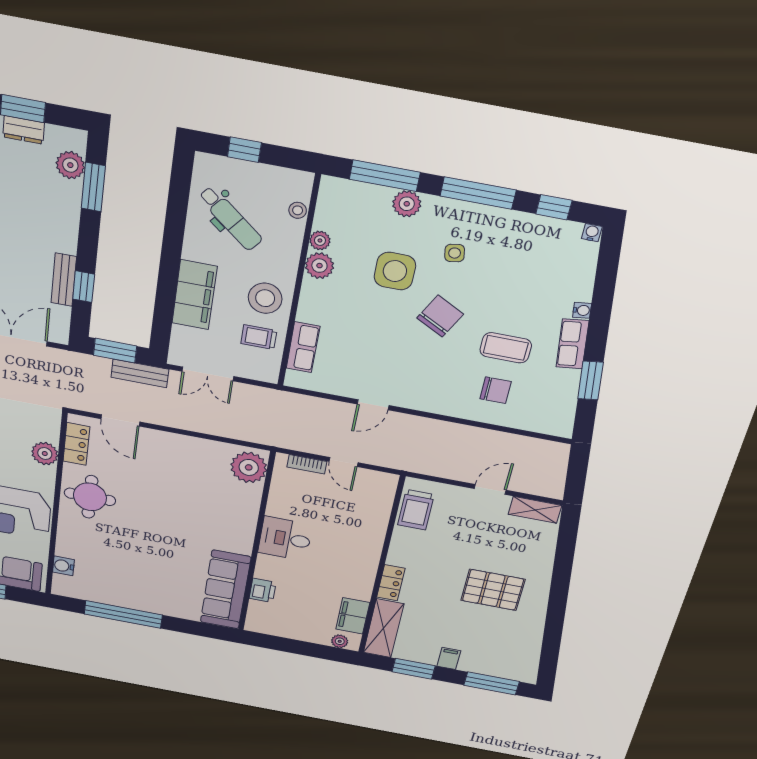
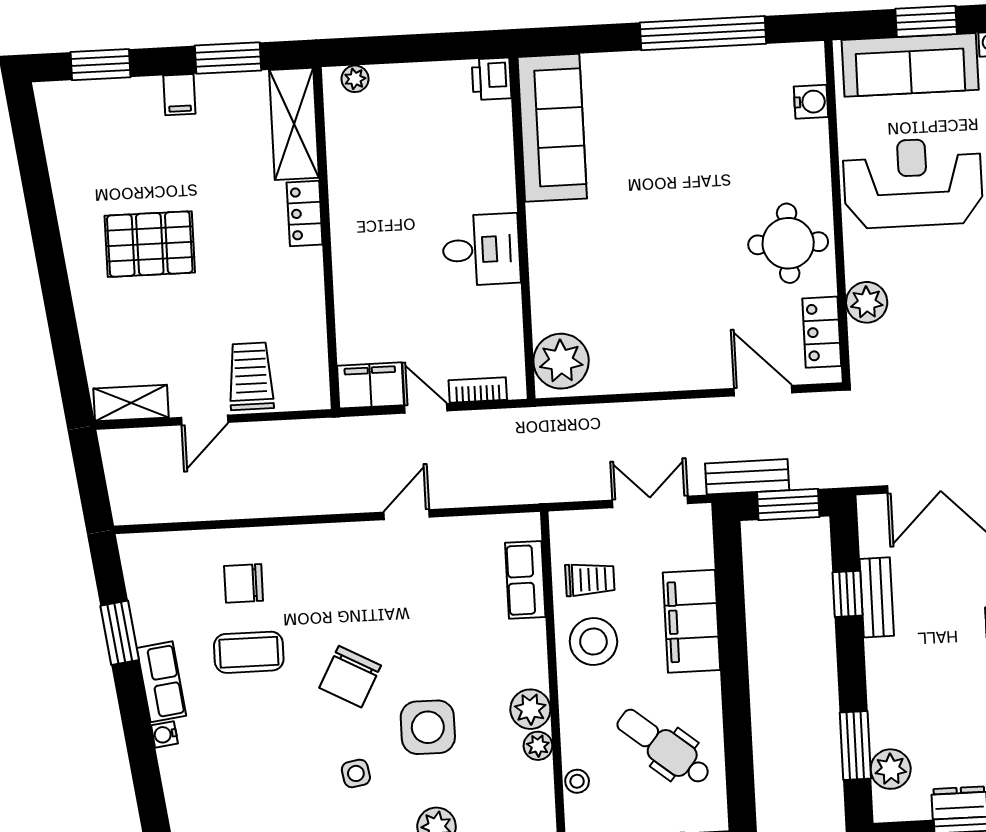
trolley: (416, 510) -> (251, 376), moved
printer: (263, 590) -> (492, 79), moved
filing cabinet: (353, 616) -> (371, 385), moved, turned -90
window: (492, 683) -> (100, 65), width x0.69

